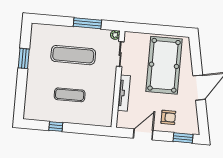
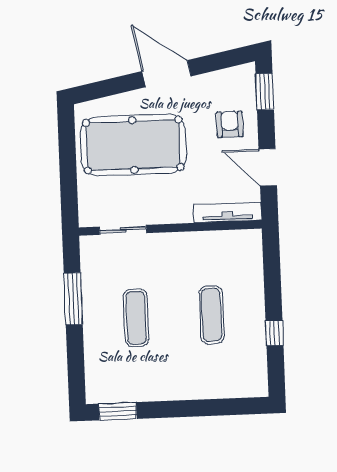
plant: (115, 35) -> (88, 244), removed
exercise mat: (73, 55) -> (136, 318), width x0.73, depth x0.69
window: (24, 58) -> (118, 411), moved
tv unit: (124, 93) -> (227, 212), moved

